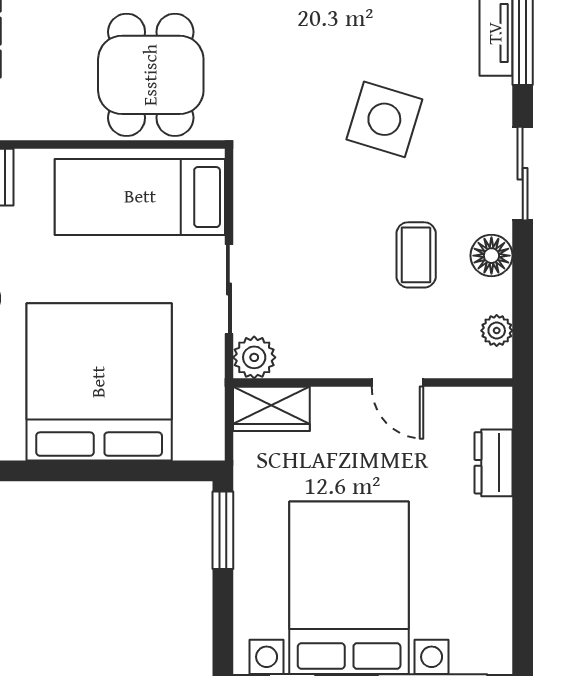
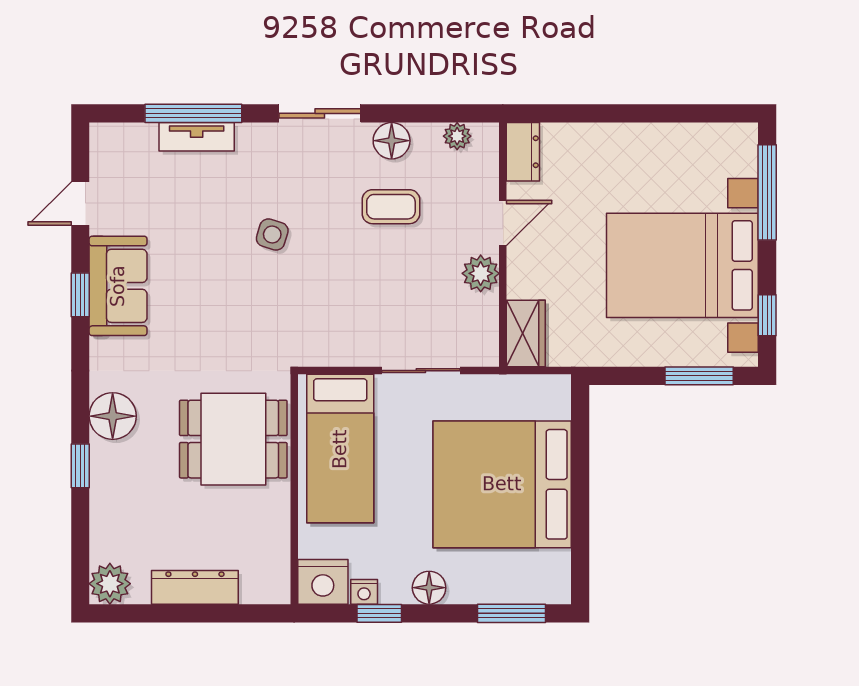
side table: (384, 119) -> (272, 235), width x0.54, depth x0.54
plant: (254, 357) -> (481, 273), moved
dresser: (493, 463) -> (523, 152), moved, turned -90
window: (223, 530) -> (699, 376), moved

